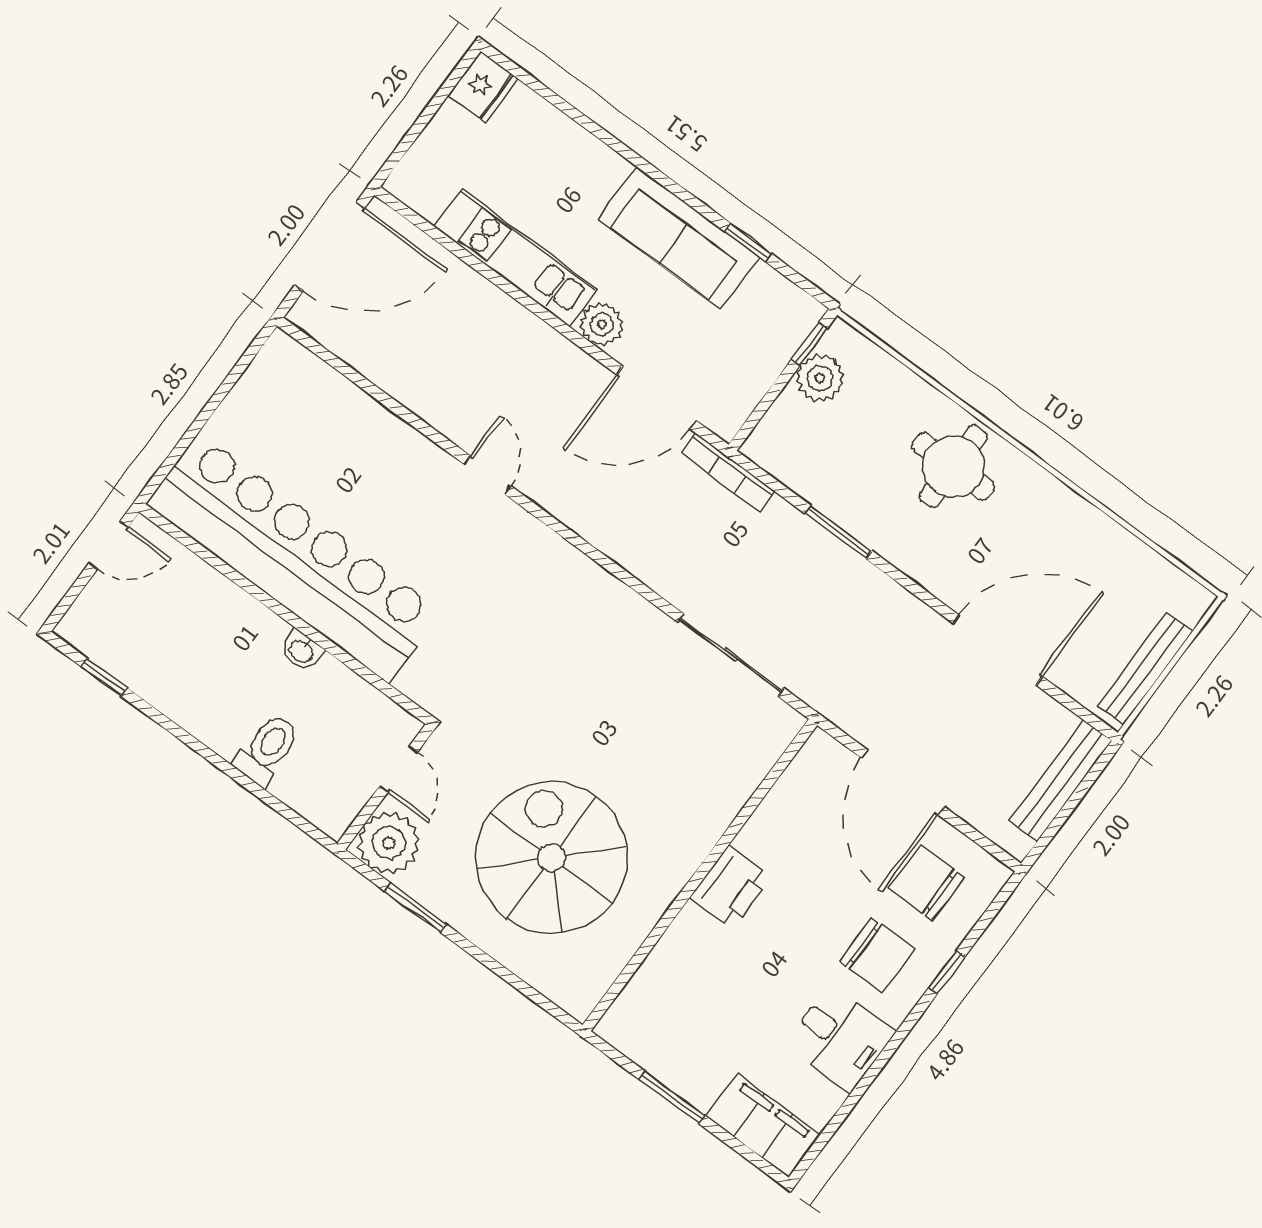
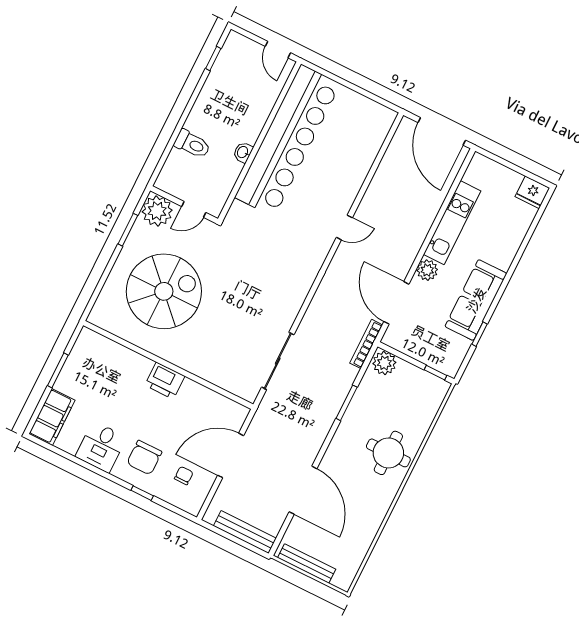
plant: (820, 378) -> (384, 363), moved
chair: (926, 883) -> (184, 476), width x0.54, depth x0.54

